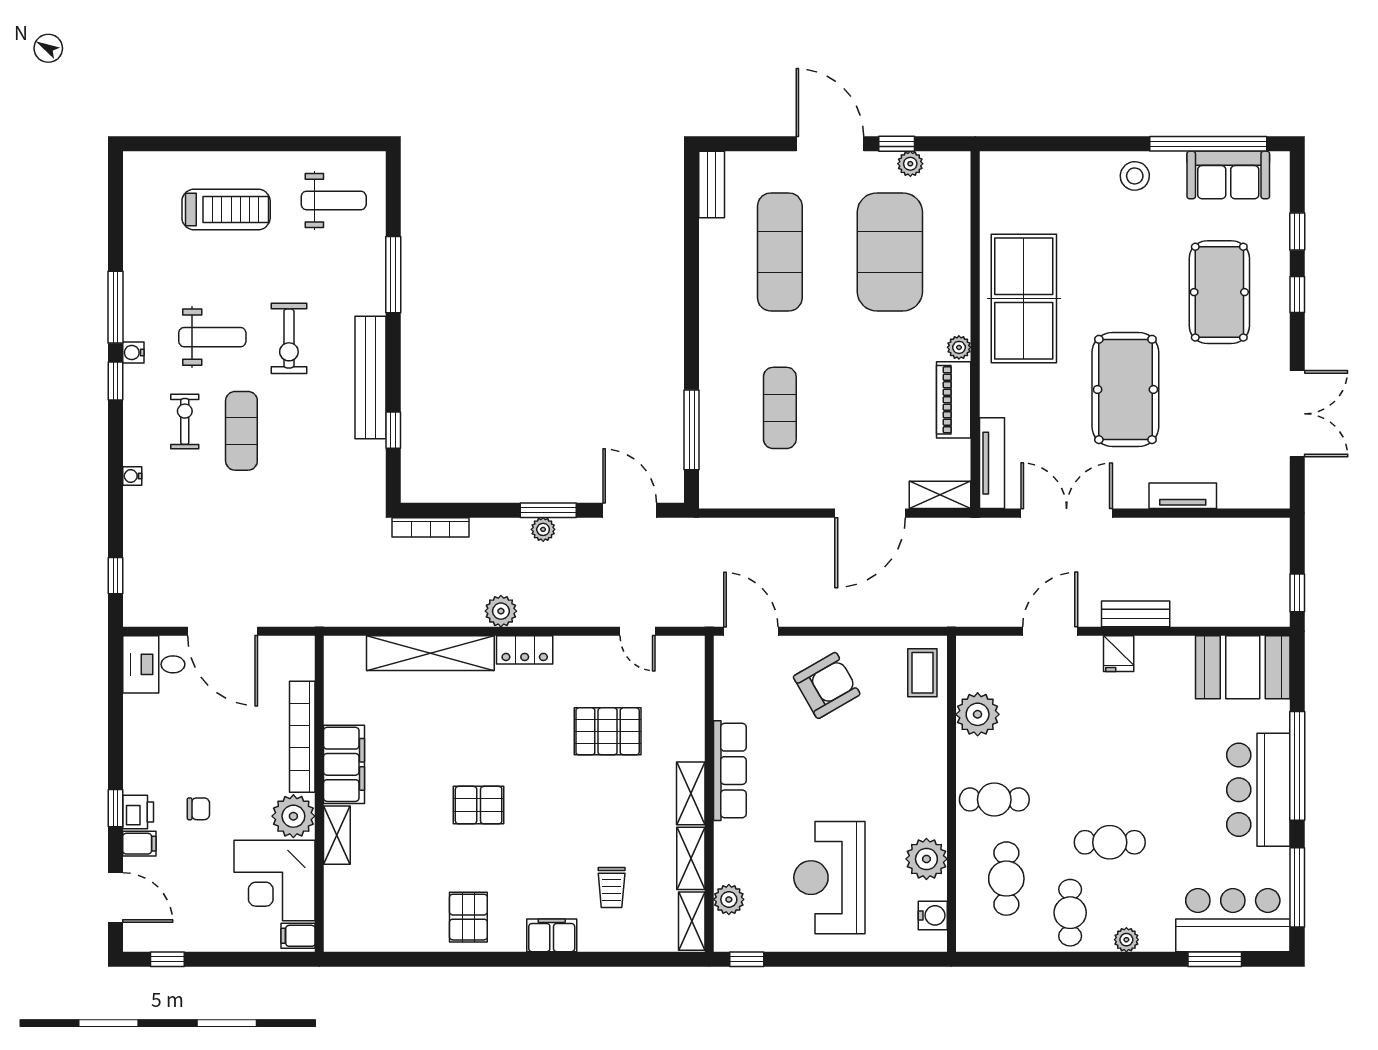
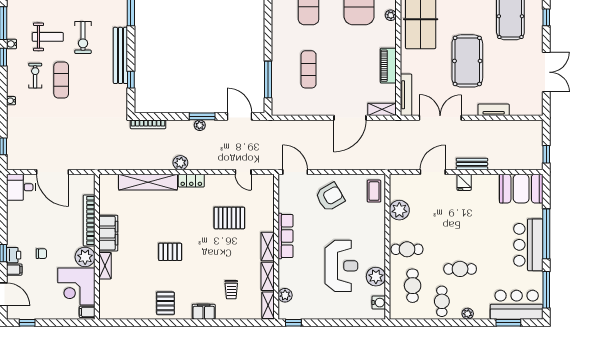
plant: (959, 347) -> (391, 15), moved
reception desk: (829, 878) -> (341, 266), moved, turned 180

